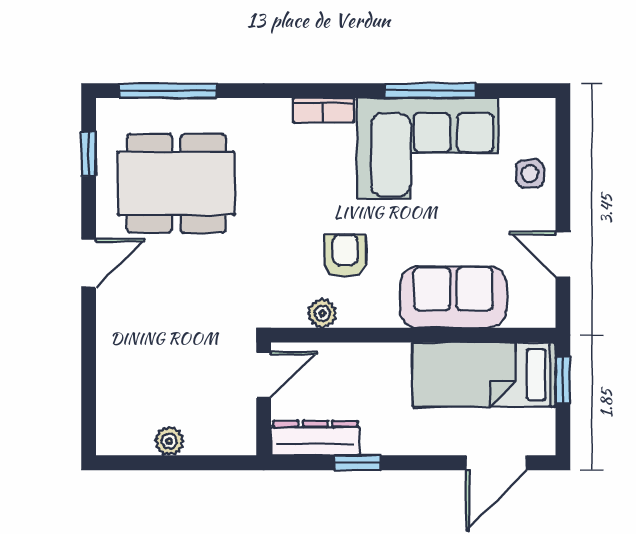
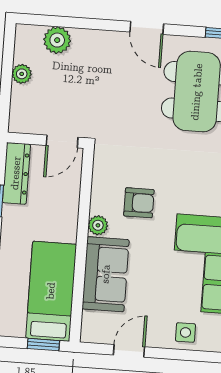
plant: (322, 313) -> (98, 225), moved
door: (264, 375) -> (62, 141), hinge flipped
plant: (116, 393) -> (57, 40), added

